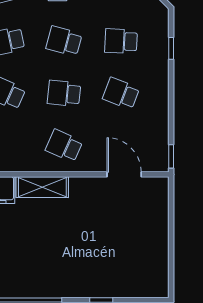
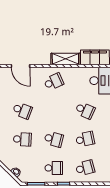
school desk: (64, 93) -> (54, 110), removed
school desk: (64, 146) -> (54, 82), turned -48

